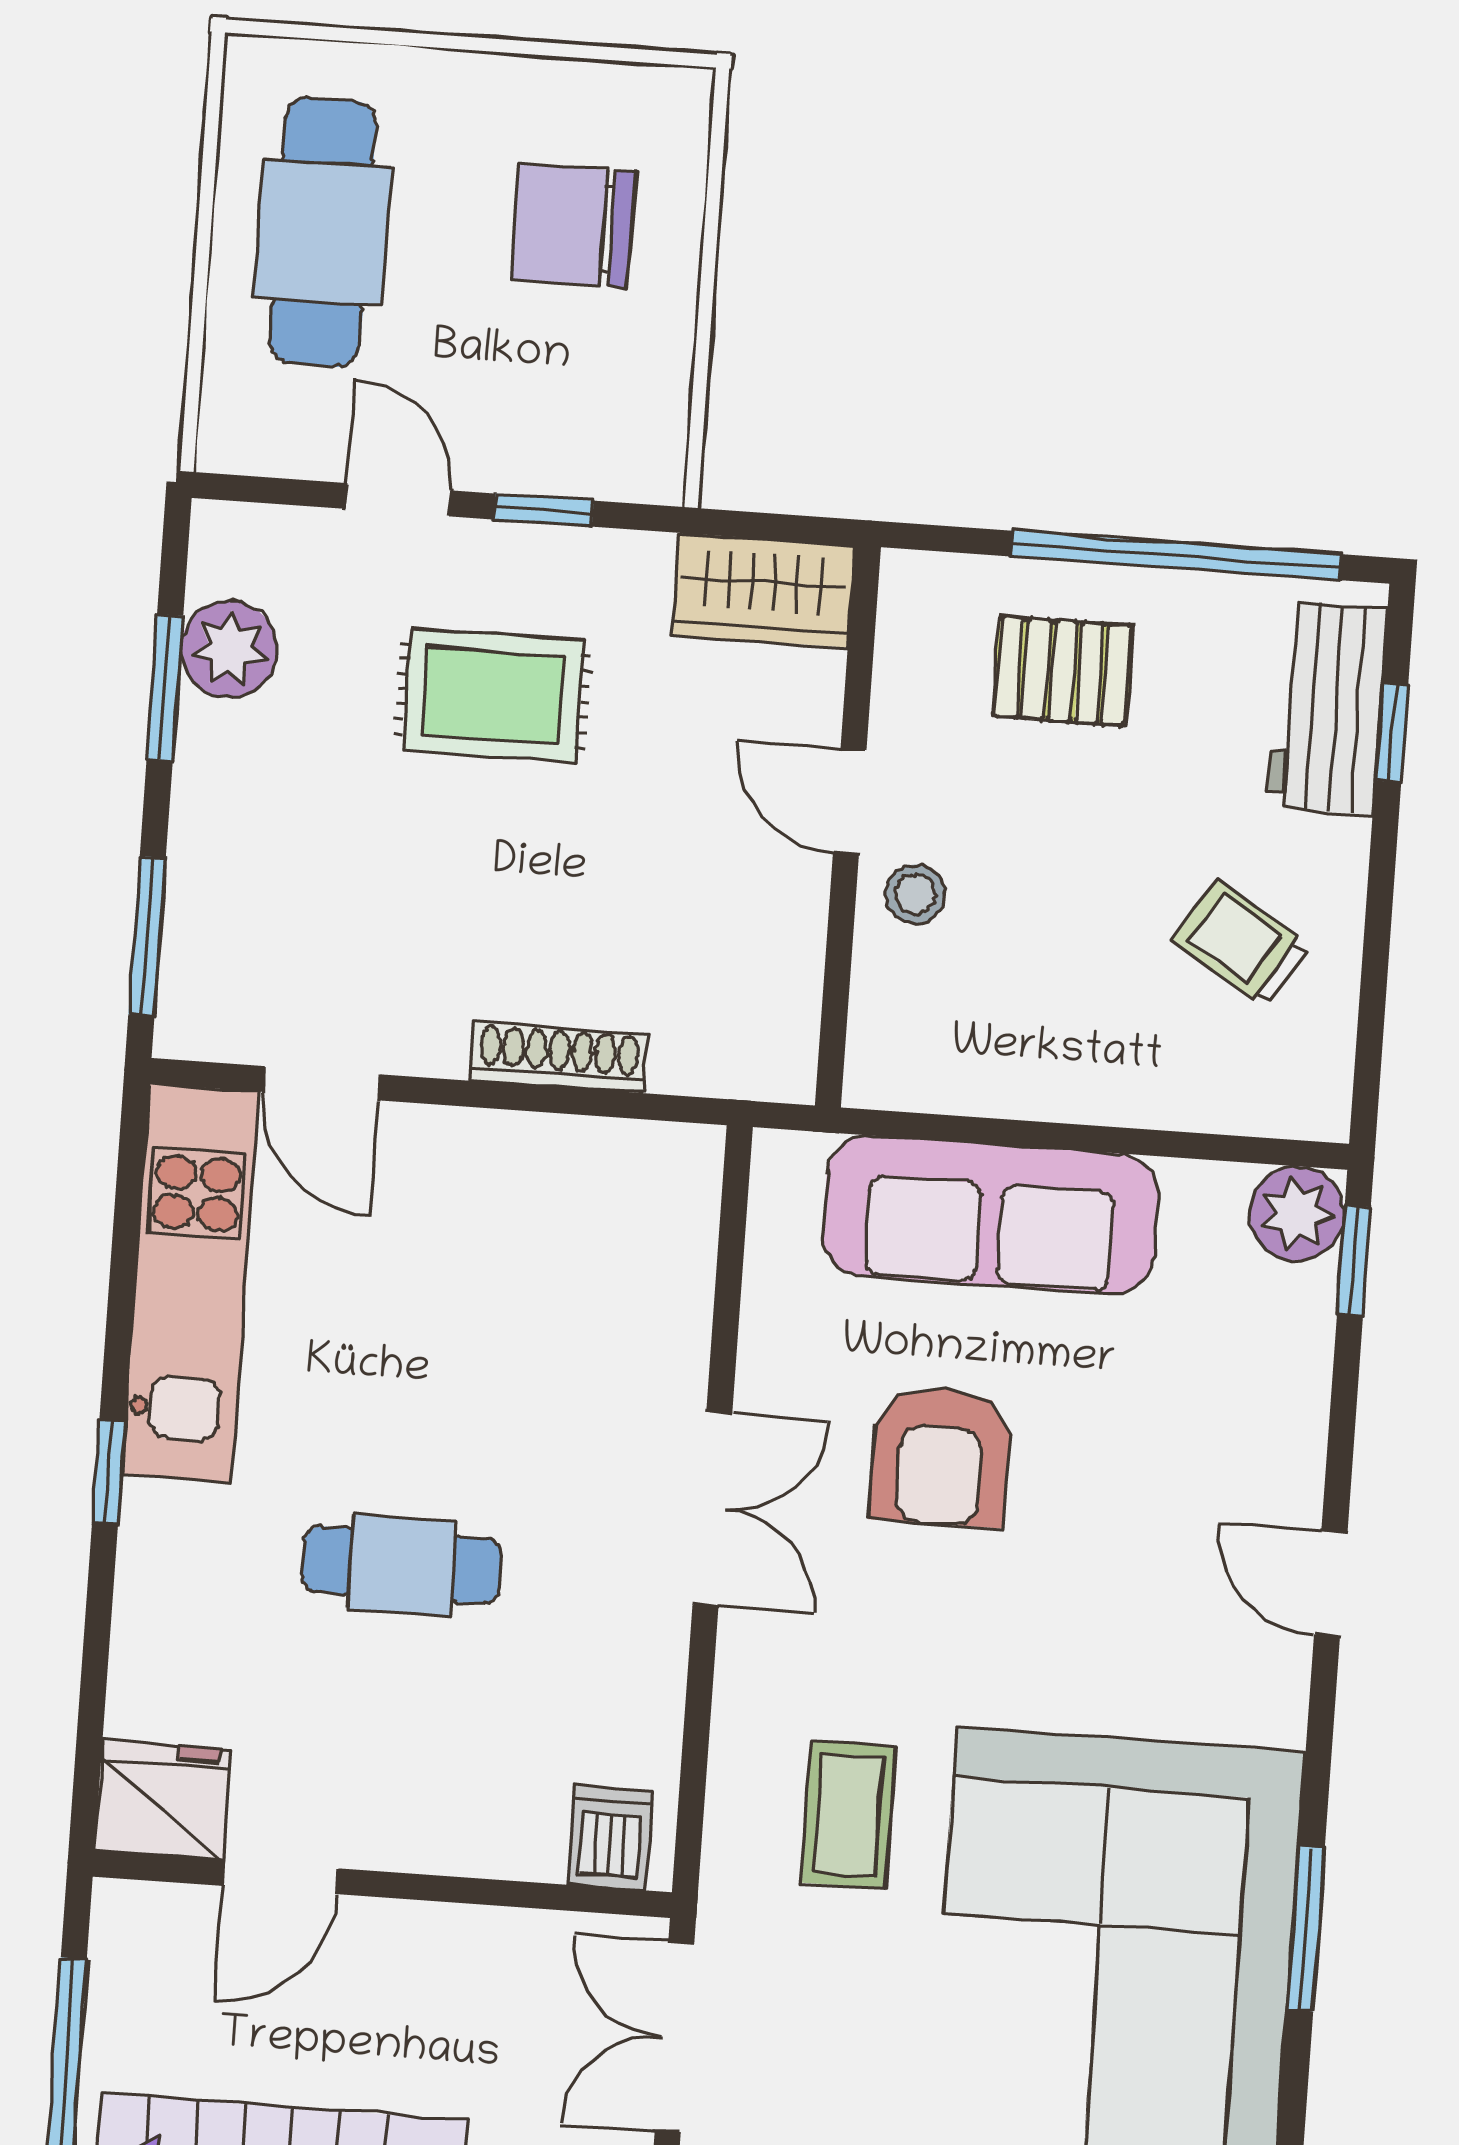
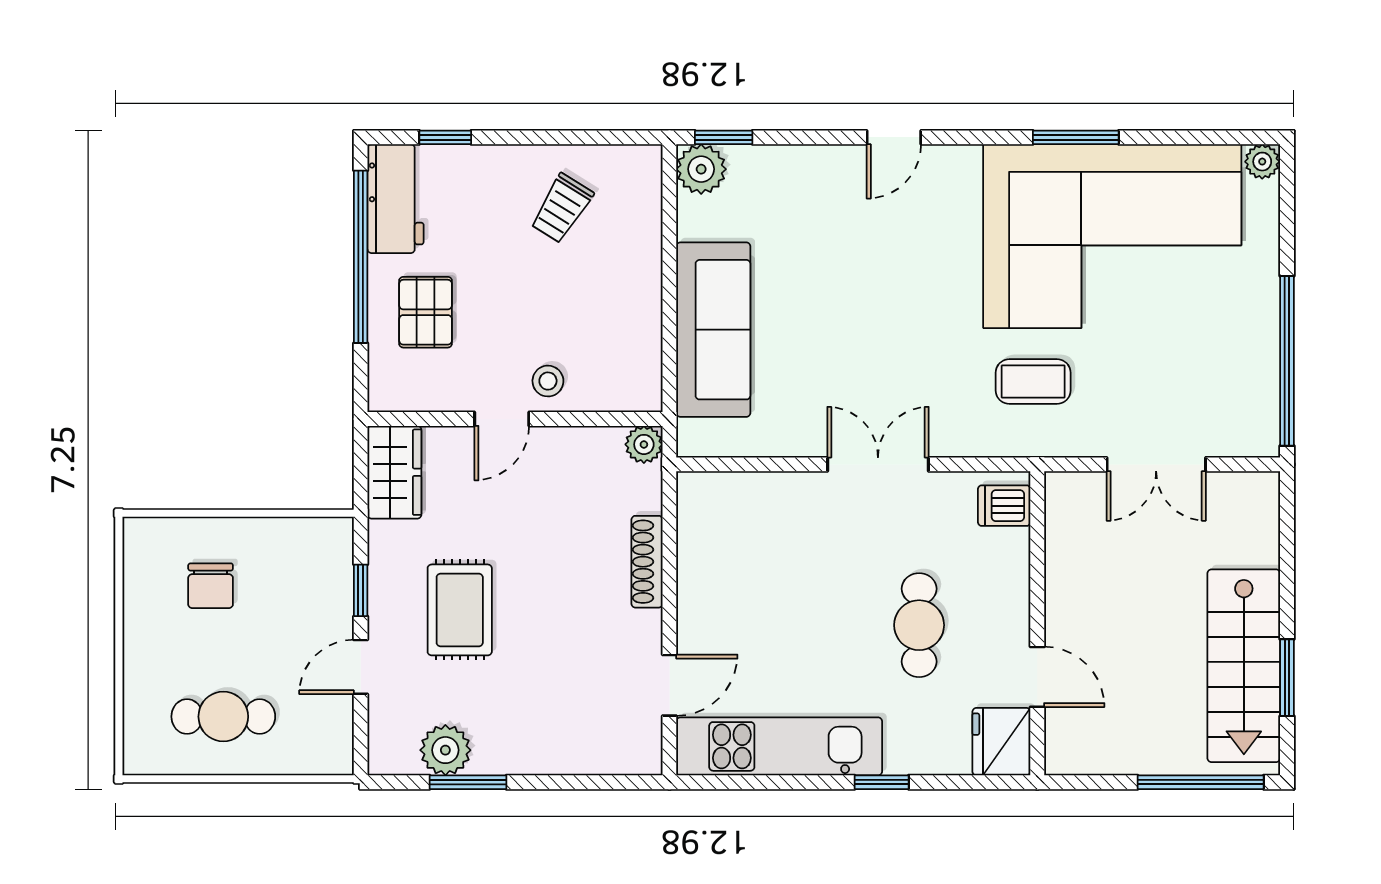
chair: (573, 226) -> (211, 586), width x0.73, depth x0.73
cafe table: (323, 232) -> (223, 717), width x0.73, depth x0.74
workbench: (1327, 708) -> (396, 199), moved, turned -90
window: (147, 936) -> (599, 782), removed
plant: (782, 1067) -> (644, 444), added
armchair: (940, 1456) -> (842, 347), removed
fridge: (162, 1800) -> (1001, 742), moved
dishwasher: (610, 1838) -> (1004, 506), moved
door: (280, 1877) -> (1037, 677), moved
wall: (382, 1884) -> (1037, 623), moved

